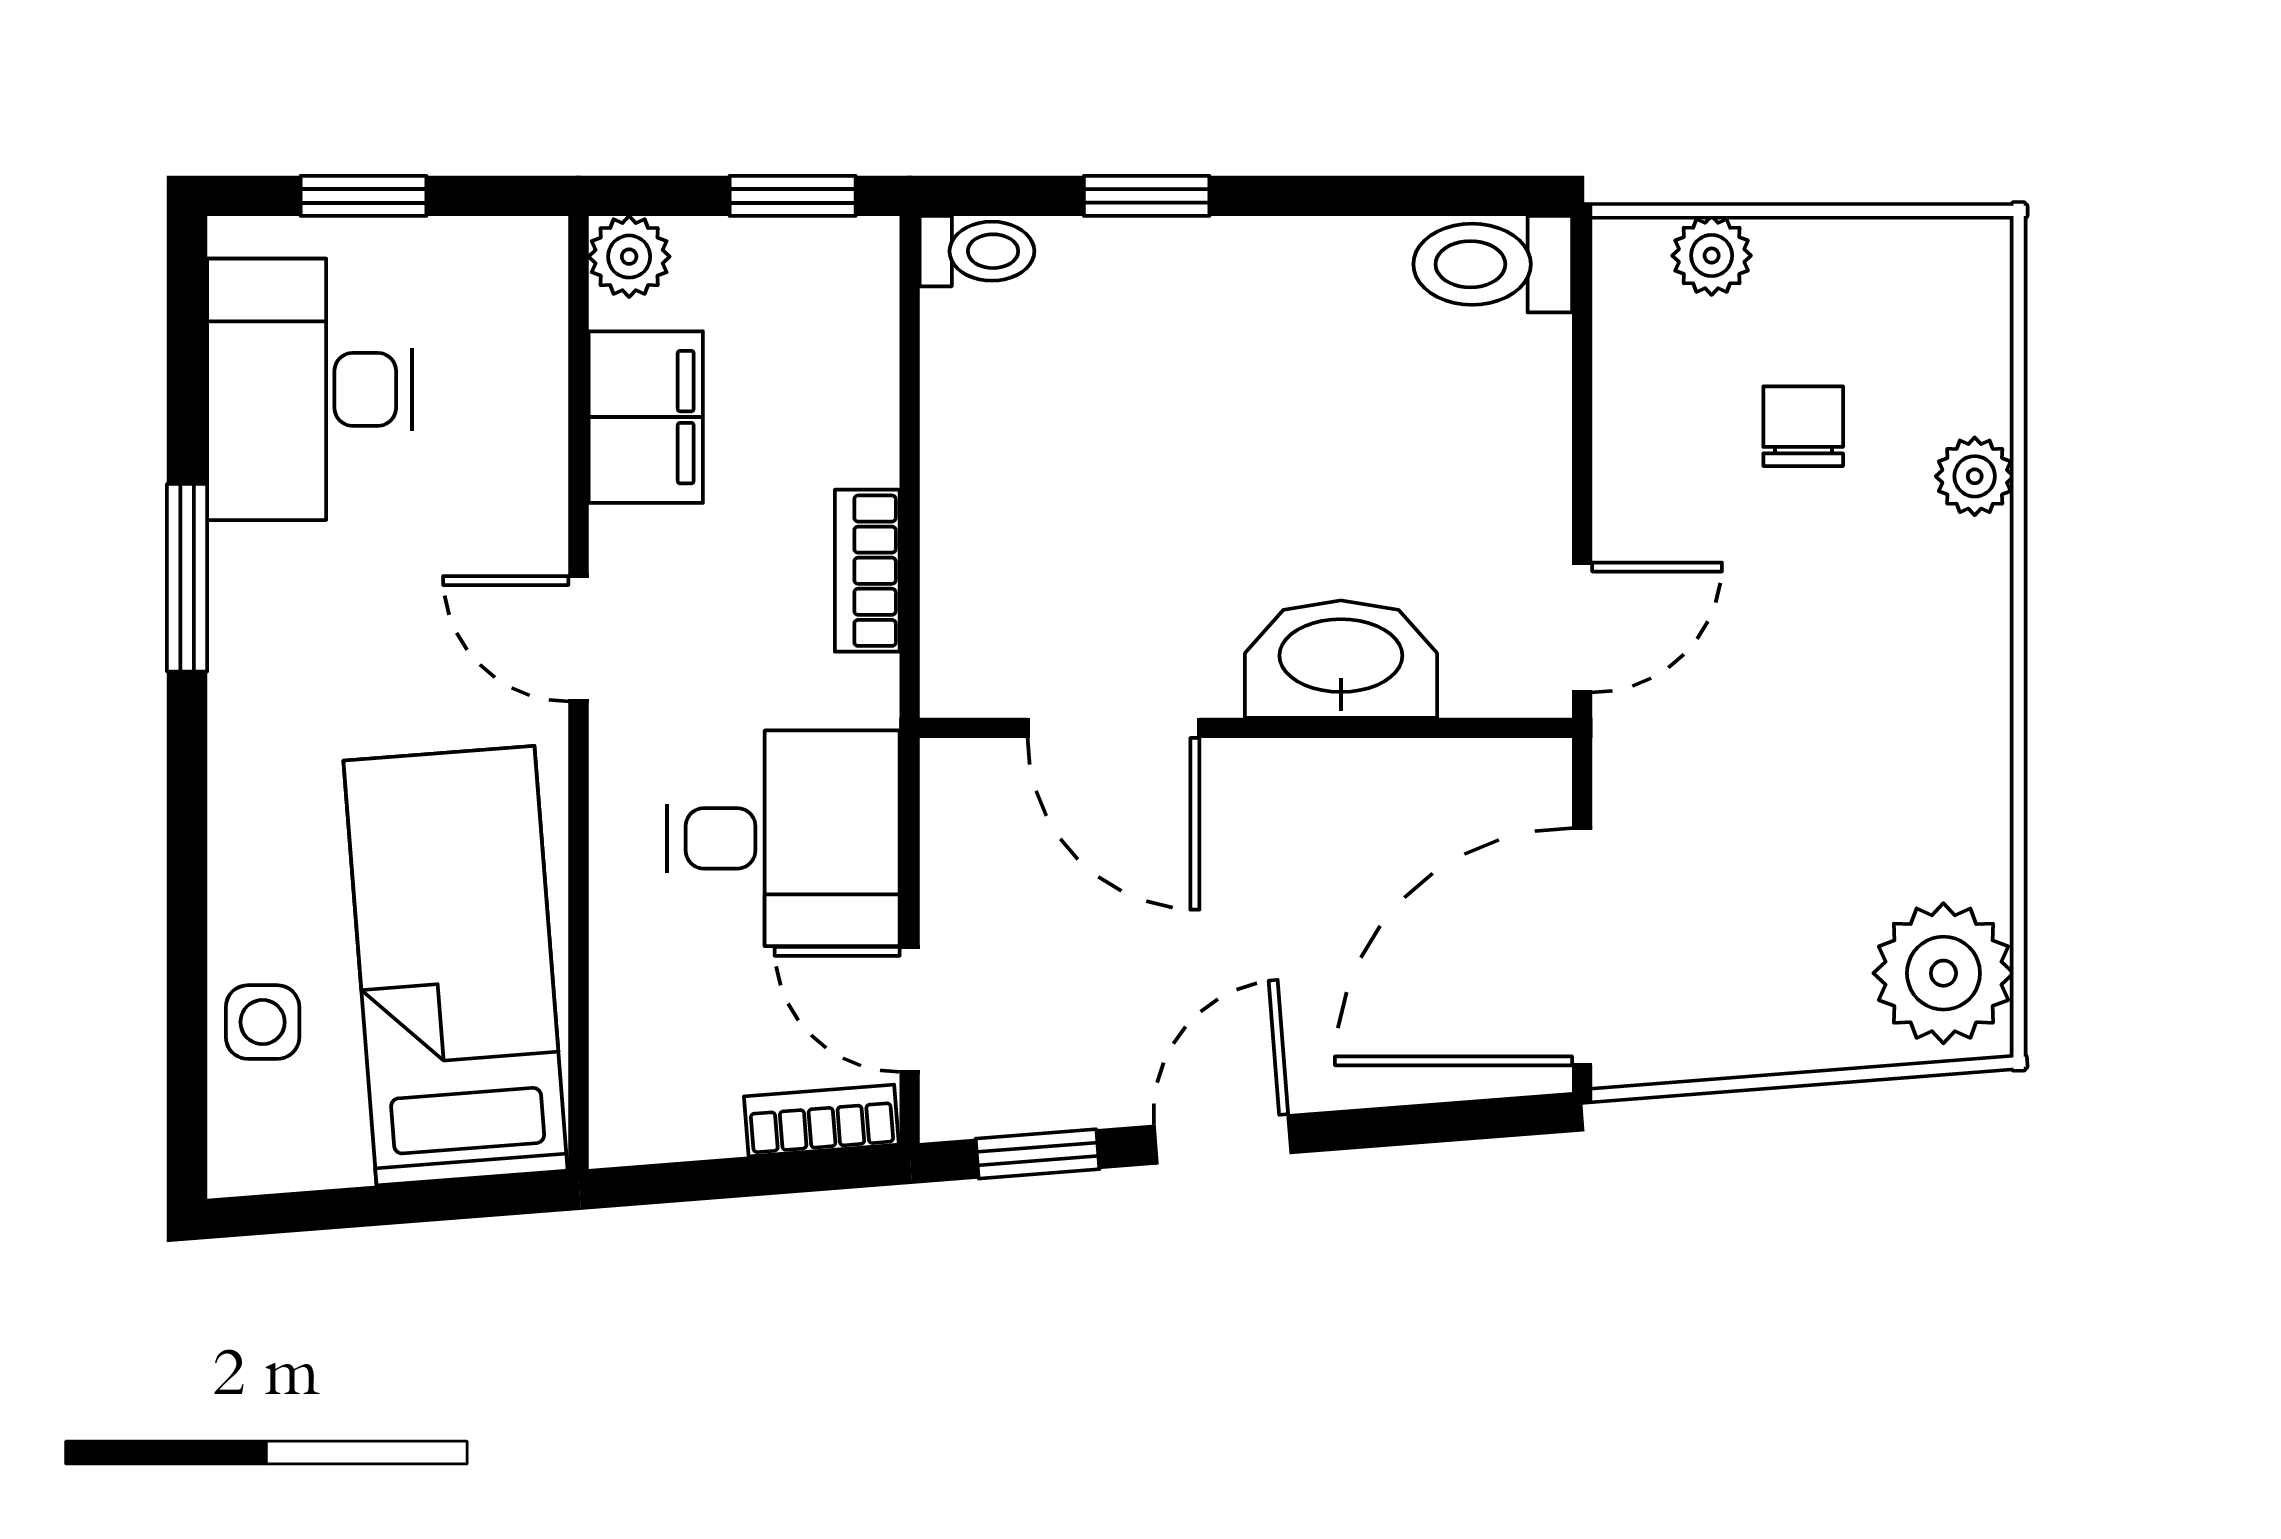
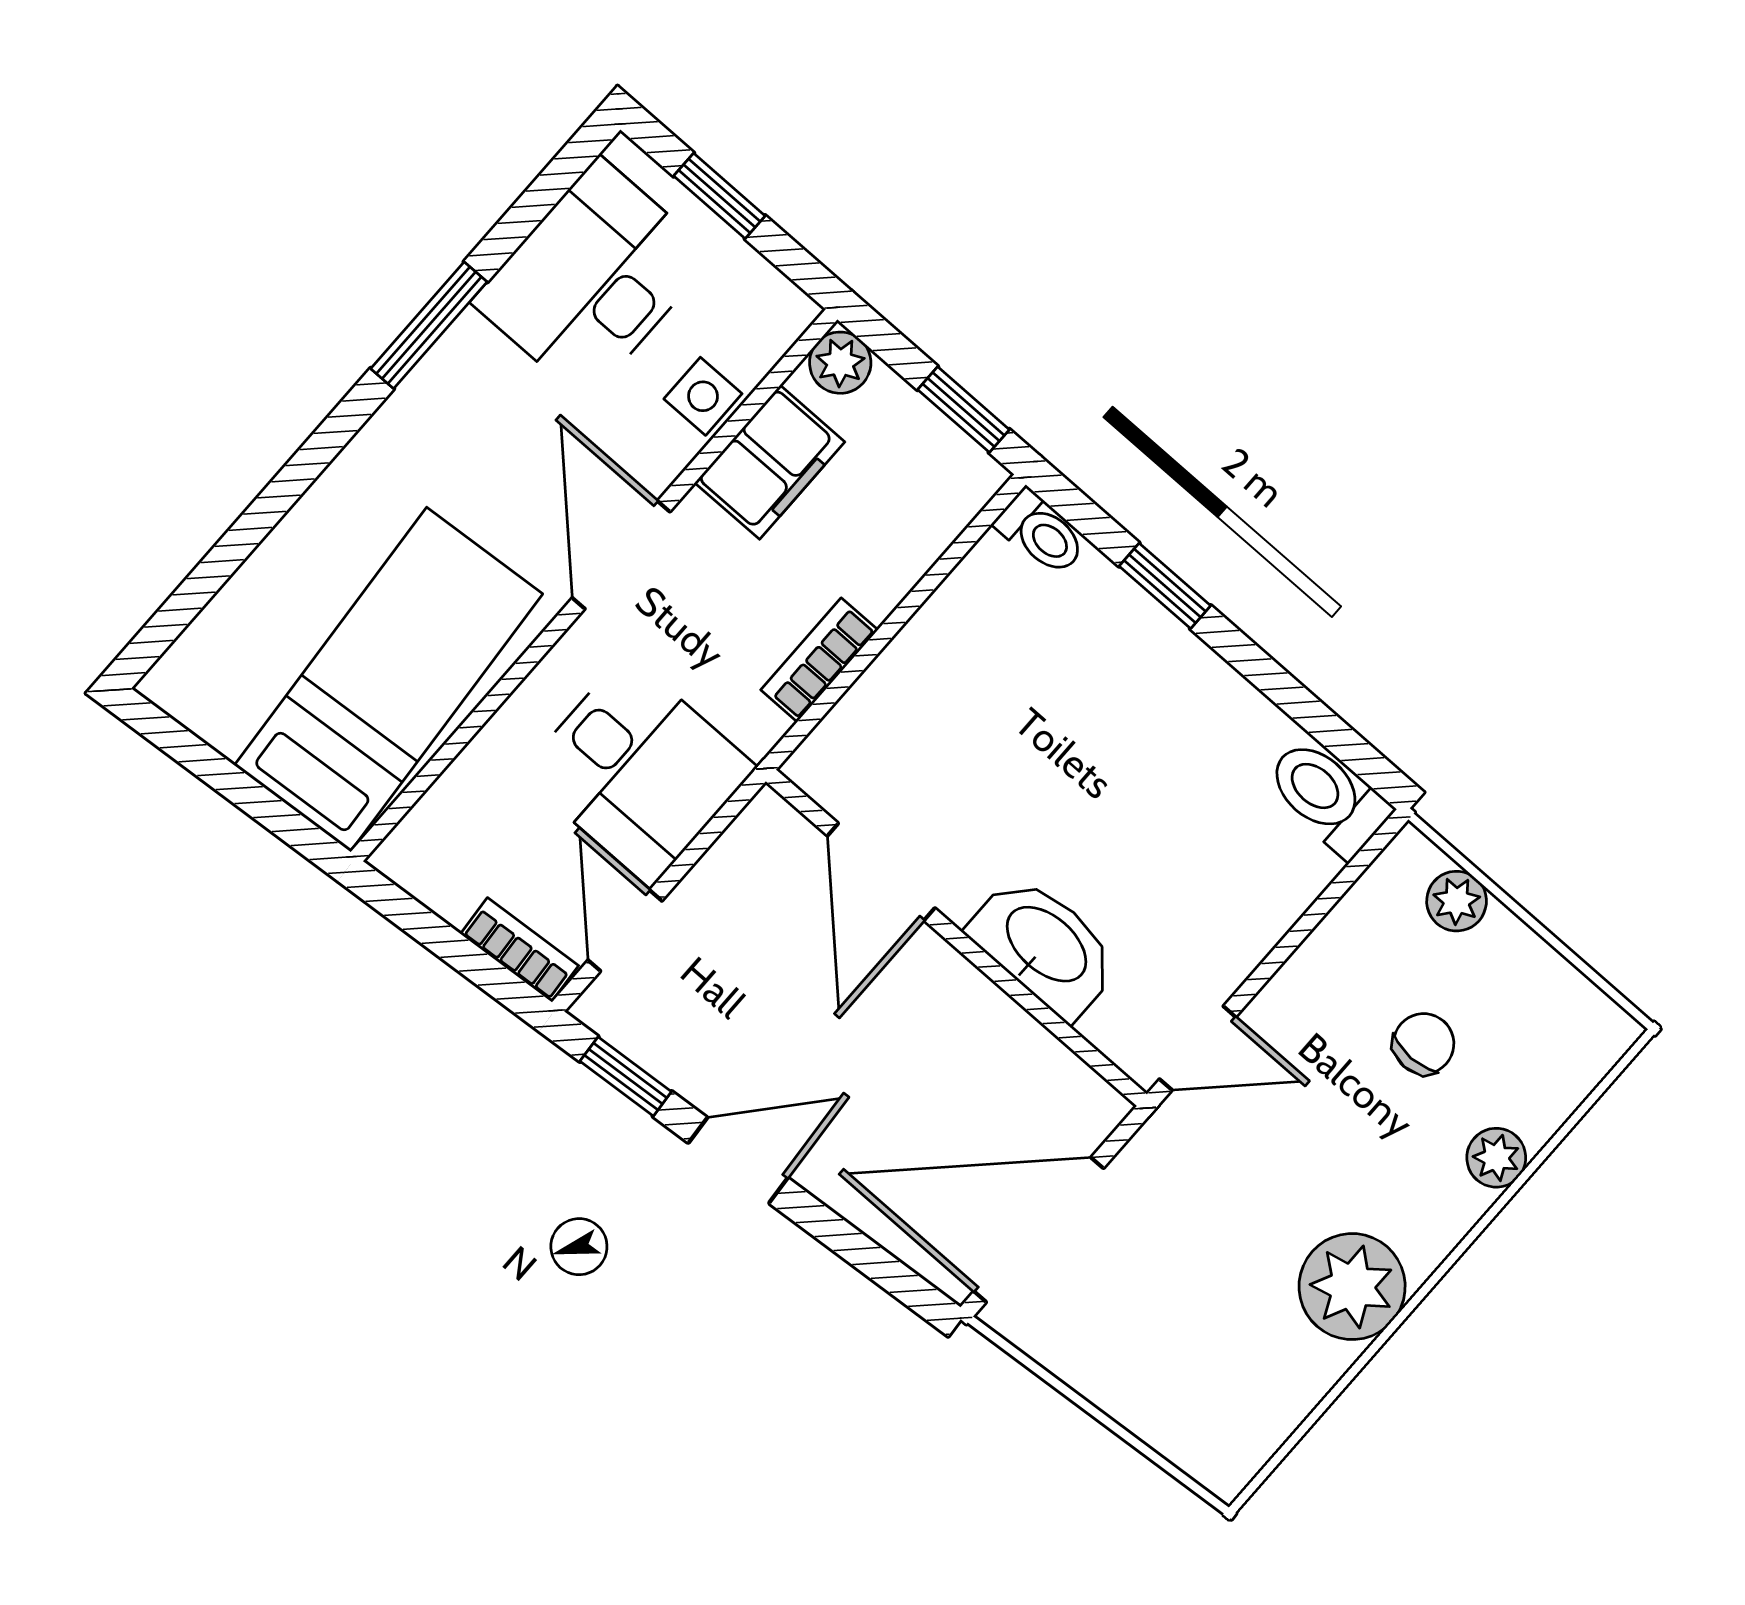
door: (578, 639) -> (621, 555), width x1.38
plant: (1943, 973) -> (1352, 1287), moved
side table: (263, 1022) -> (703, 396), moved

